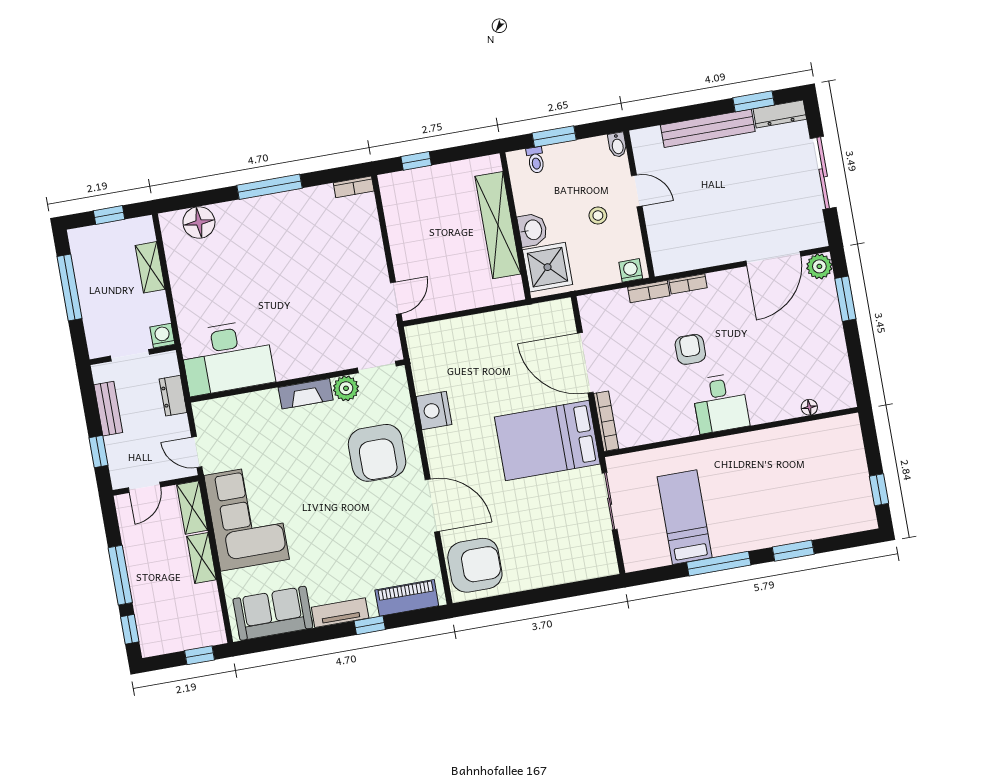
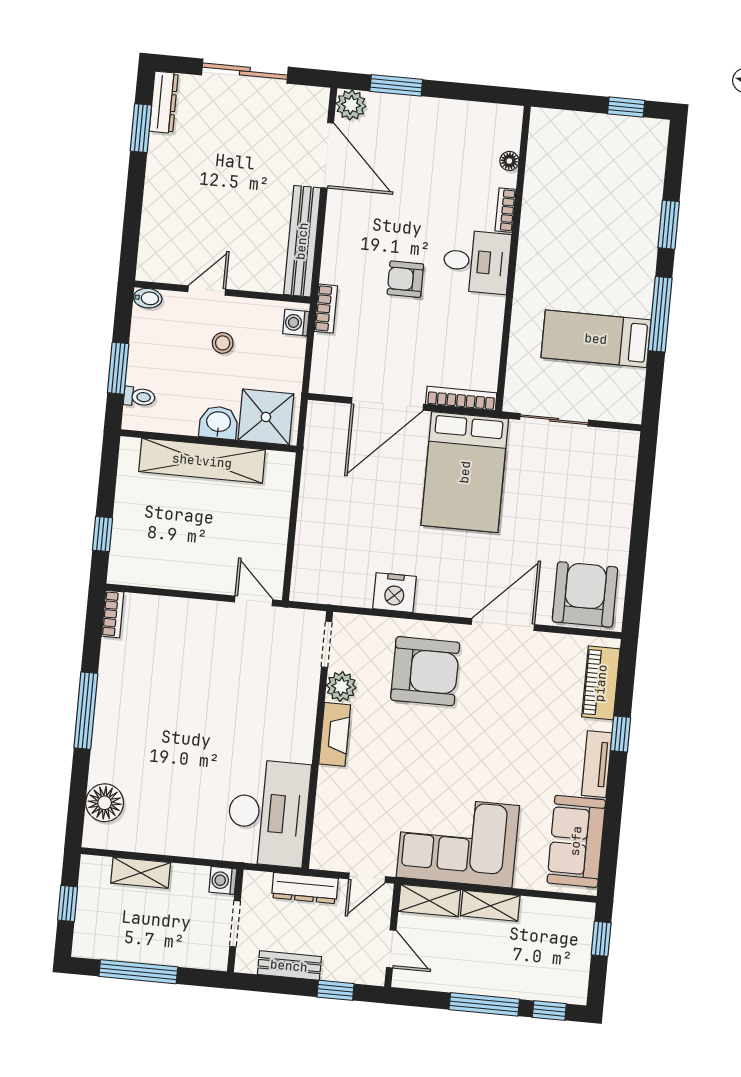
bench: (708, 128) -> (302, 241), moved
bookcase: (688, 284) -> (506, 210), moved, turned 180
dresser: (173, 396) -> (305, 888), width x1.44

